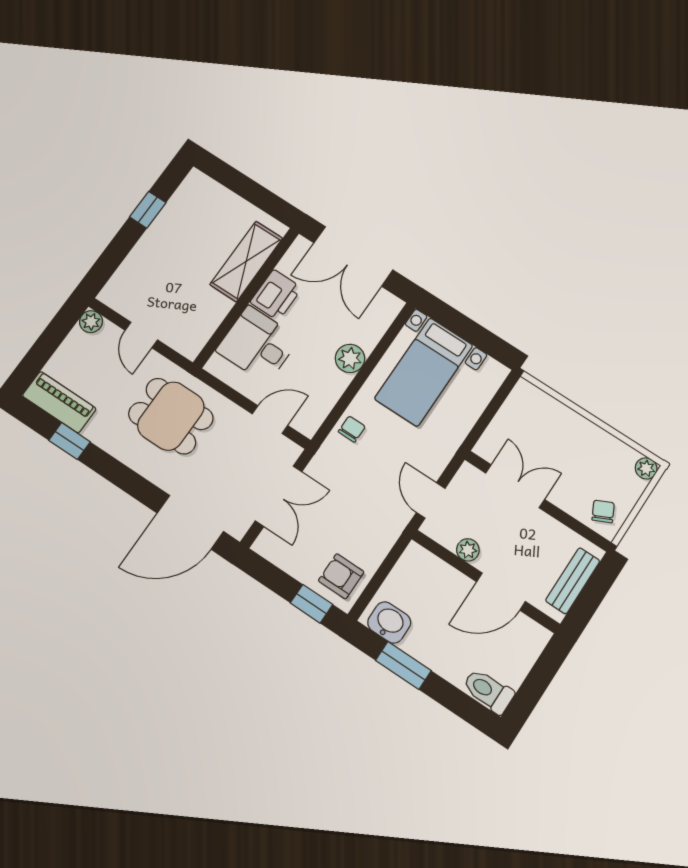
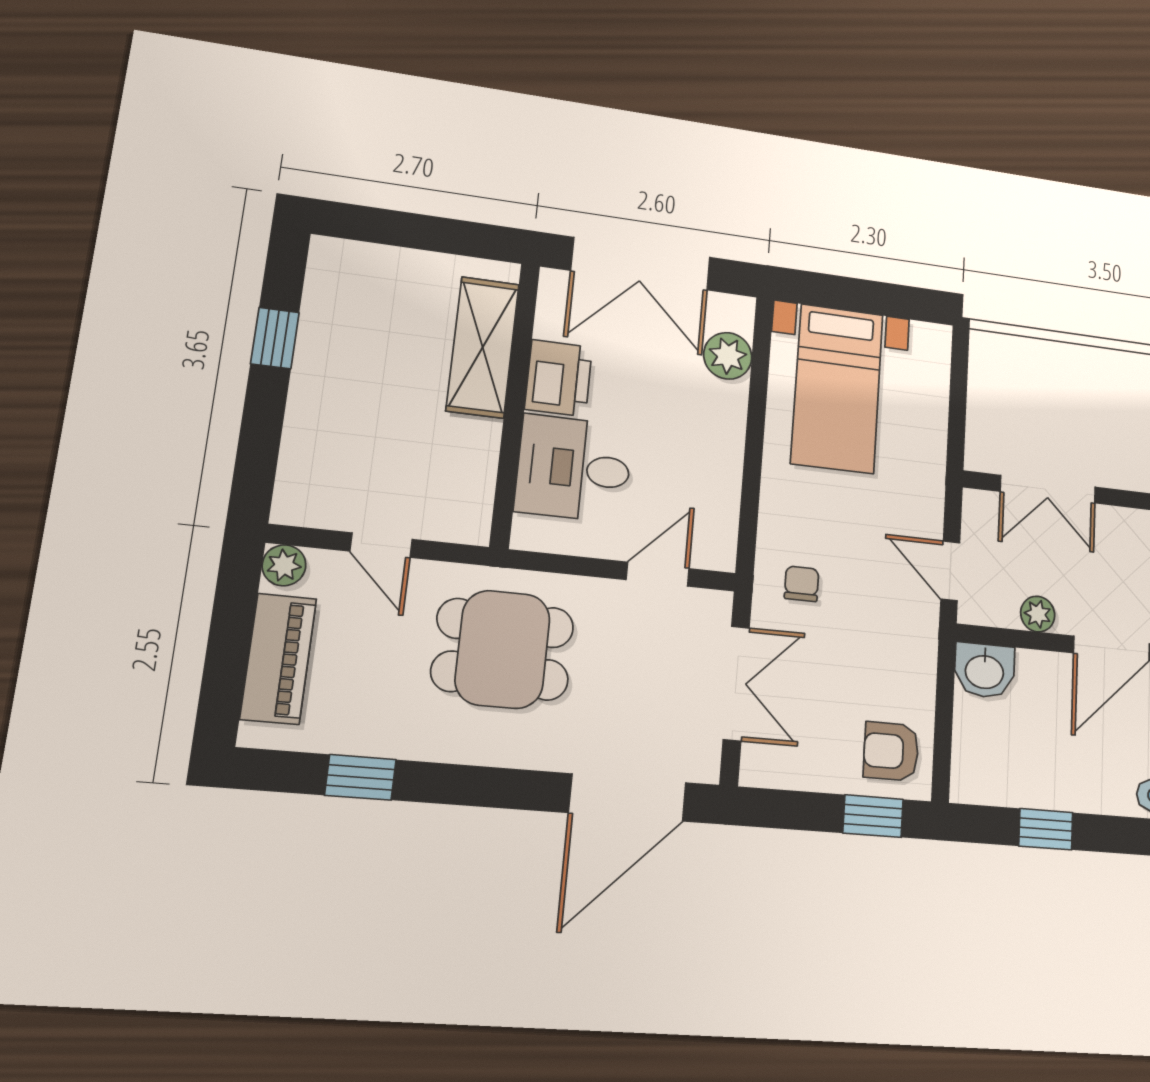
plant: (350, 358) -> (728, 356), moved
piano: (59, 402) -> (278, 659), moved, turned 90
chair: (352, 429) -> (802, 584), moved
double door: (515, 486) -> (1048, 489), swing flipped
washbasin: (389, 622) -> (984, 670), moved, turned 180
window: (403, 665) -> (1046, 829), width x0.67

